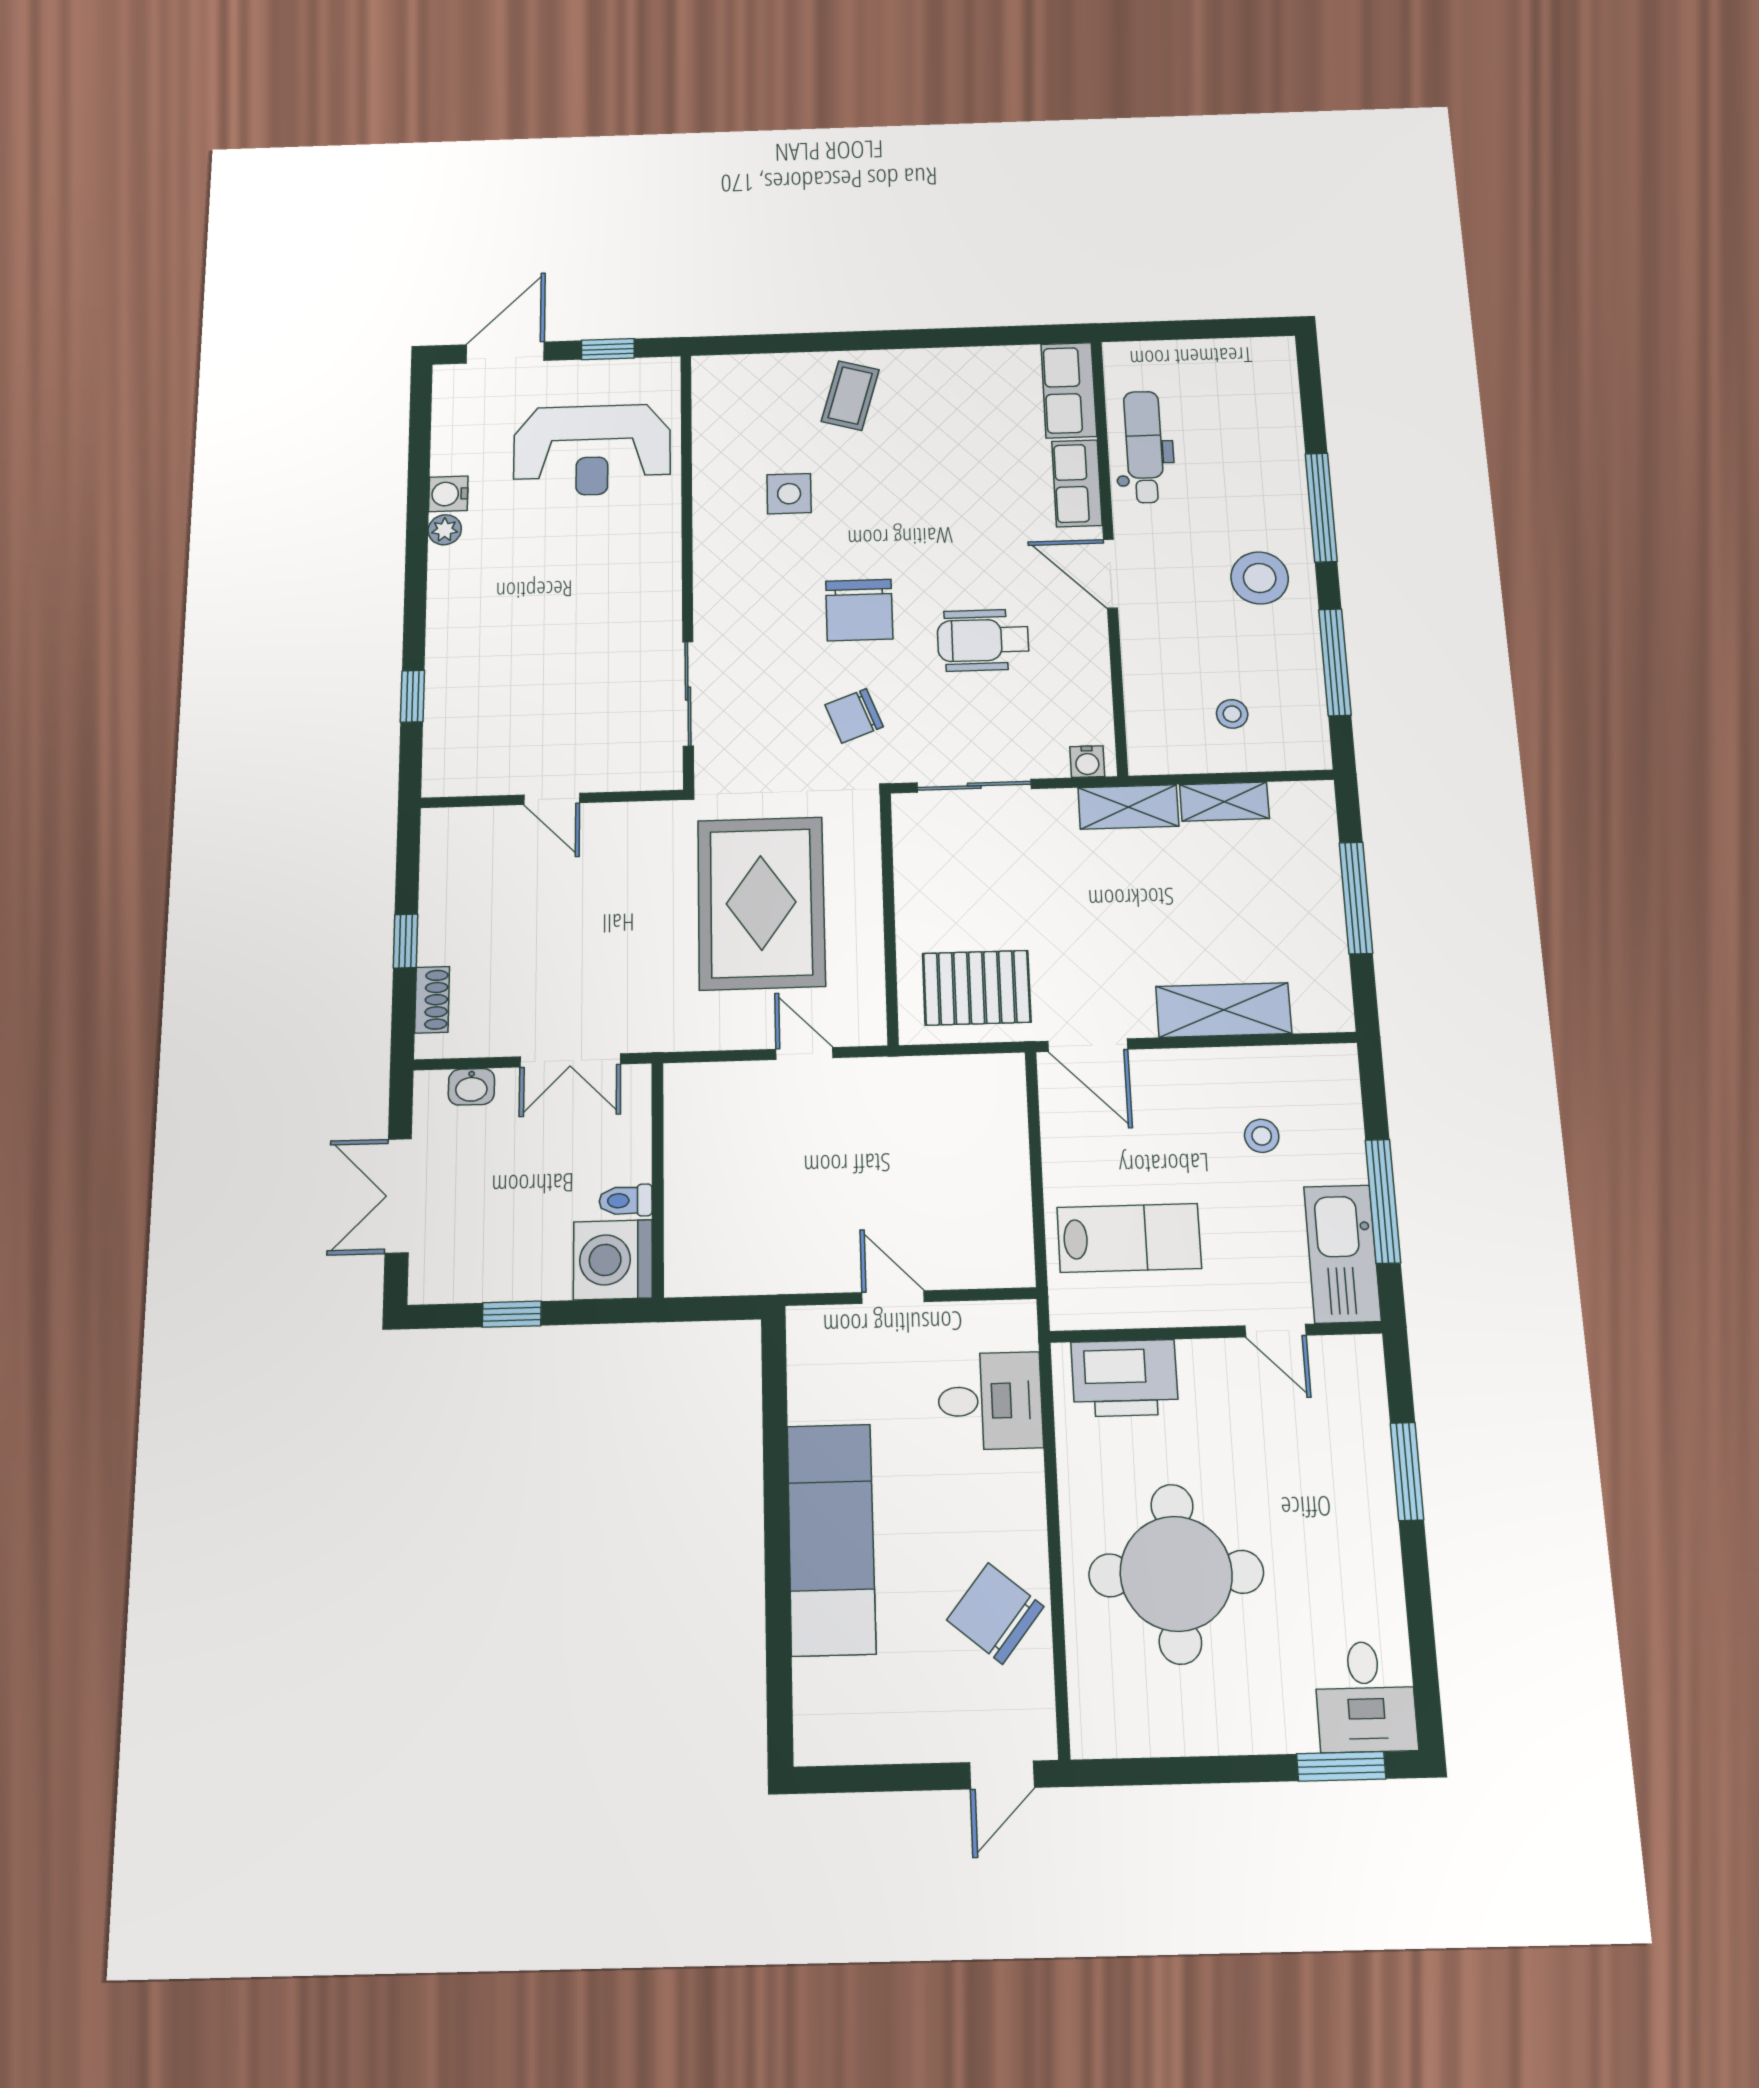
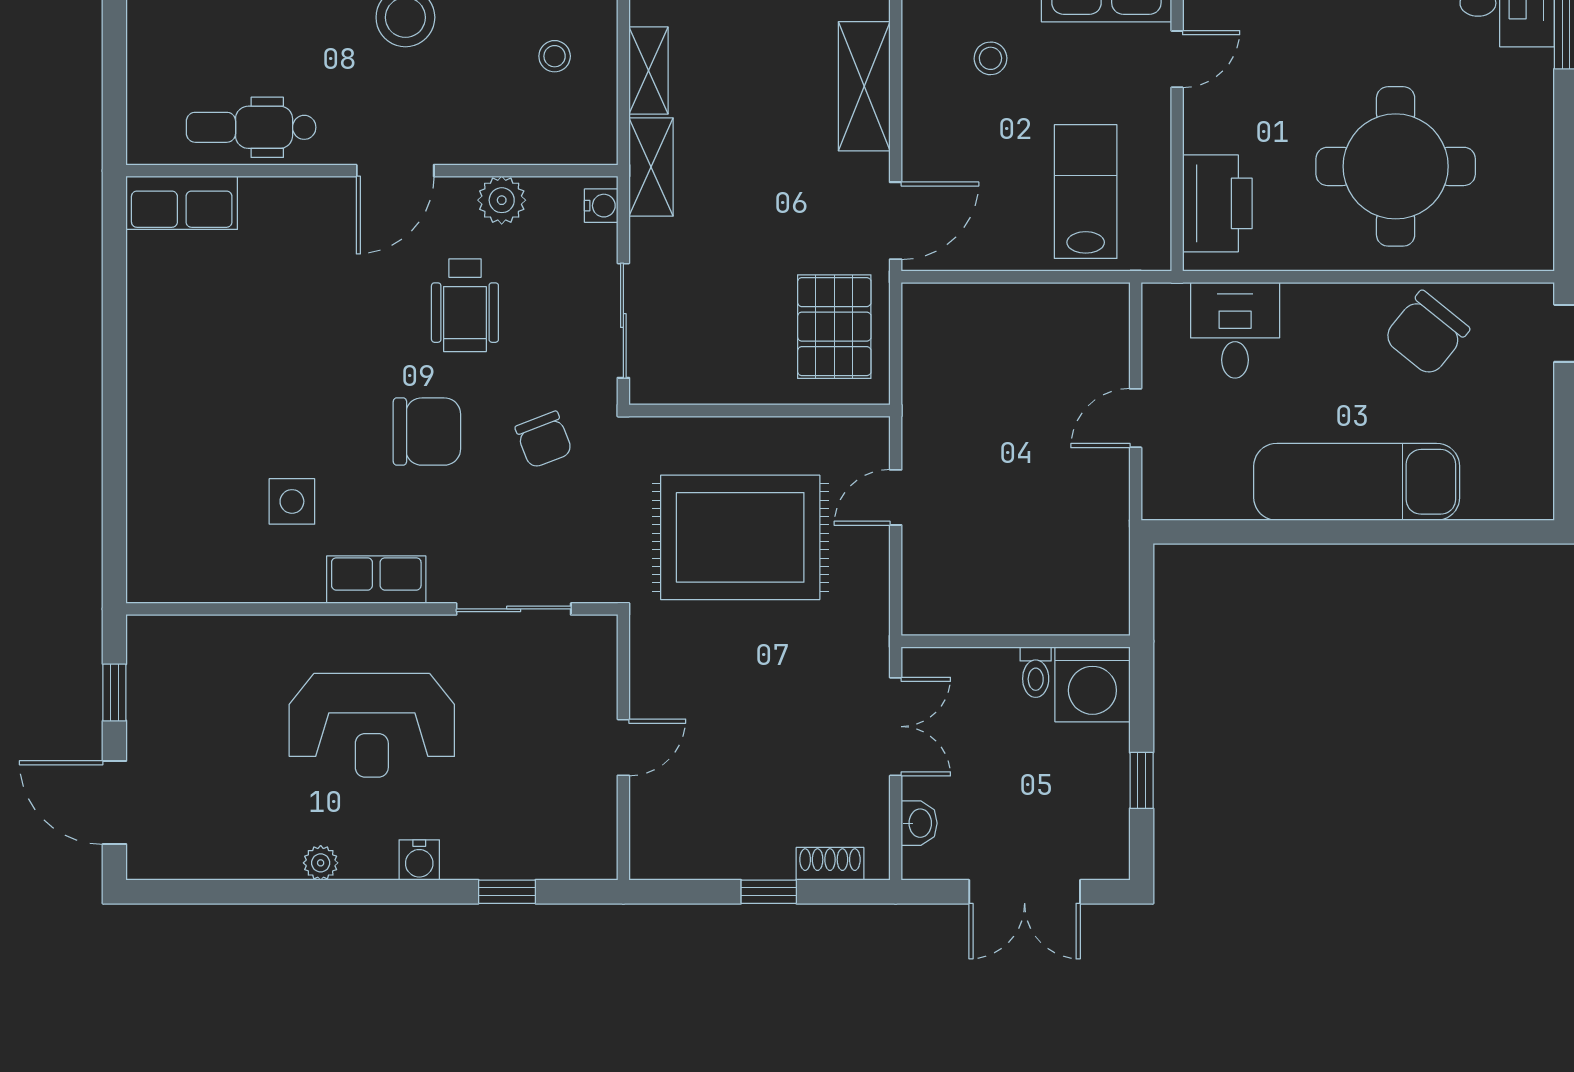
coffee table: (850, 396) -> (179, 435), removed
reception desk: (592, 450) -> (372, 725), moved, turned 90
row of seats: (1077, 483) -> (376, 580), moved, turned 180
water cooler: (448, 494) -> (419, 860), moved
plant: (1087, 670) -> (502, 200), added

